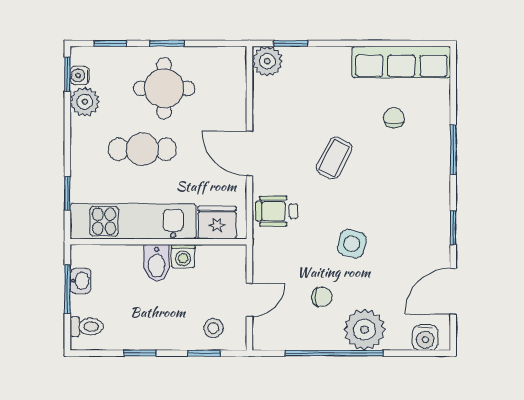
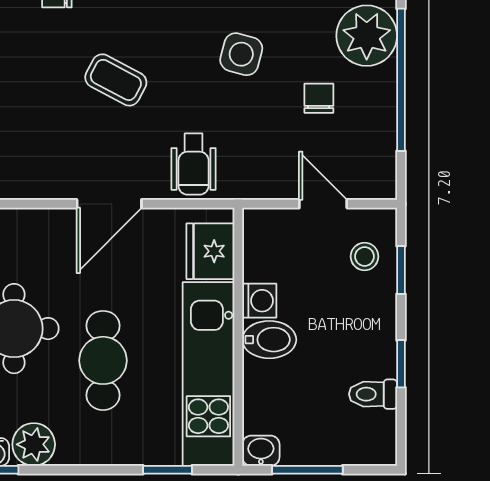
washbasin: (80, 281) -> (261, 451), moved
toilet: (87, 327) -> (373, 394), moved, turned -90

